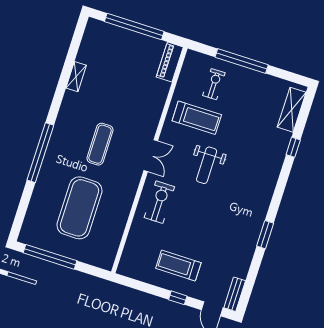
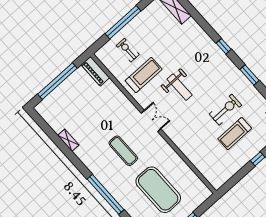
window: (293, 147) -> (224, 46), moved
exercise bike: (159, 202) -> (225, 110), moved, turned 90
treadmill: (178, 266) -> (235, 134), moved

